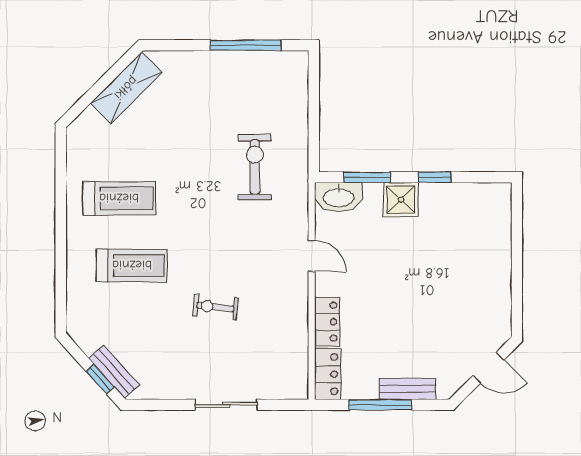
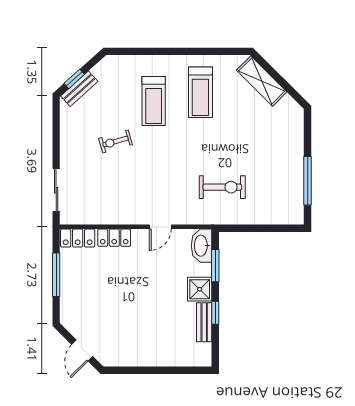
shelving: (126, 88) -> (262, 81), moved
exercise bike: (215, 307) -> (115, 142), moved, turned -112
bench: (408, 389) -> (204, 322), moved
sliding door: (226, 405) -> (56, 190), moved

